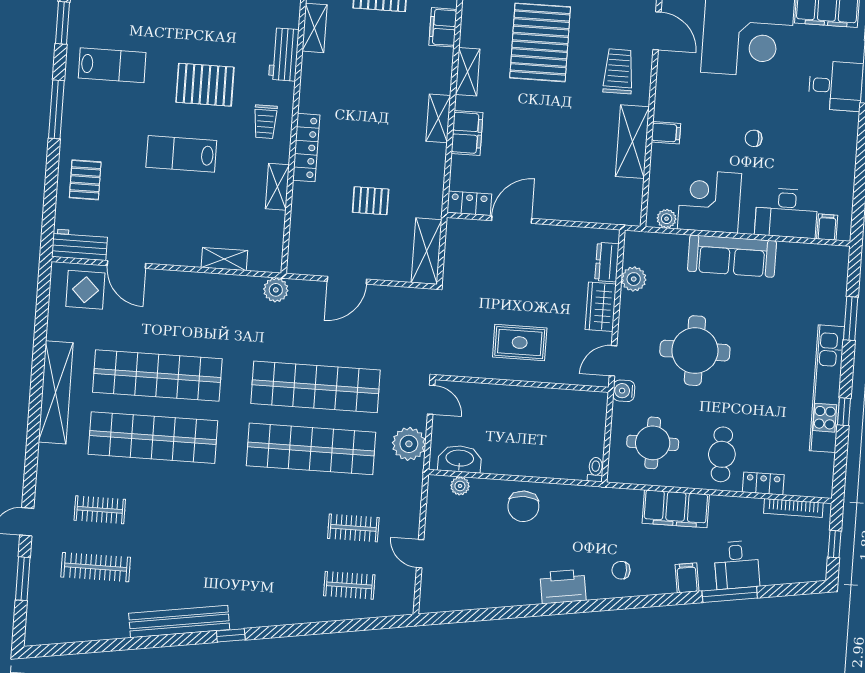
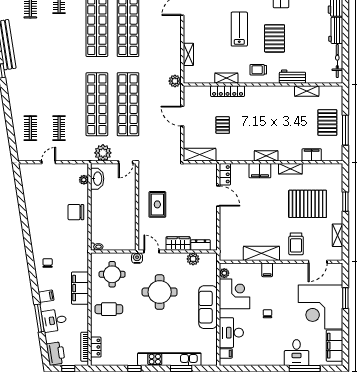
trolley: (618, 71) -> (296, 244), turned 90
locker: (306, 148) -> (228, 91), moved
kitchen unit: (827, 389) -> (169, 359), moved
locker: (763, 483) -> (96, 347), moved
printer: (563, 587) -> (56, 353), moved

